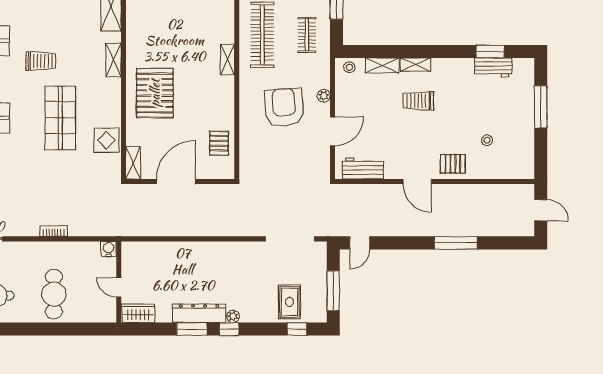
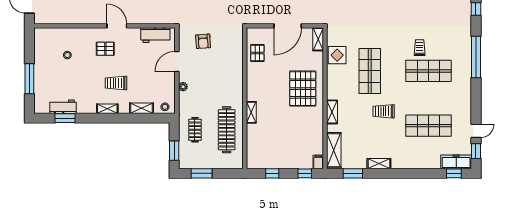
shelving: (415, 65) -> (107, 109), moved
trolley: (418, 101) -> (116, 83), turned 180
armchair: (284, 107) -> (203, 41), moved, width x0.53, depth x0.53
pallet: (453, 164) -> (105, 49), moved

